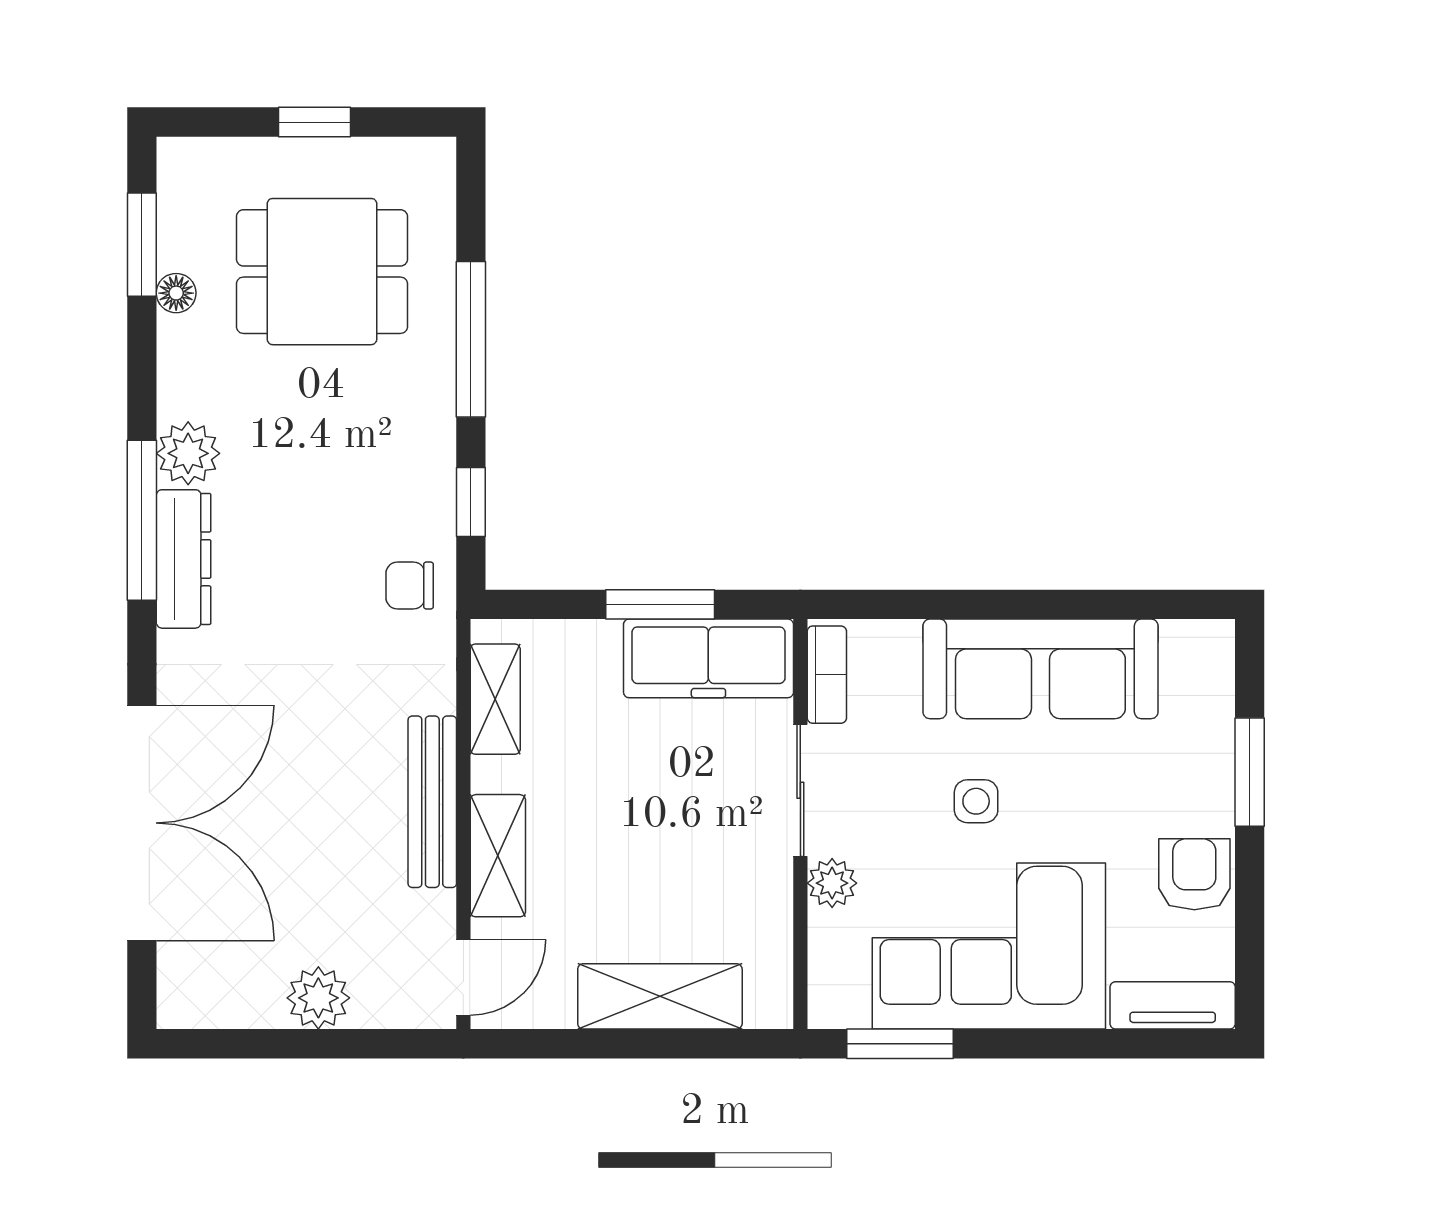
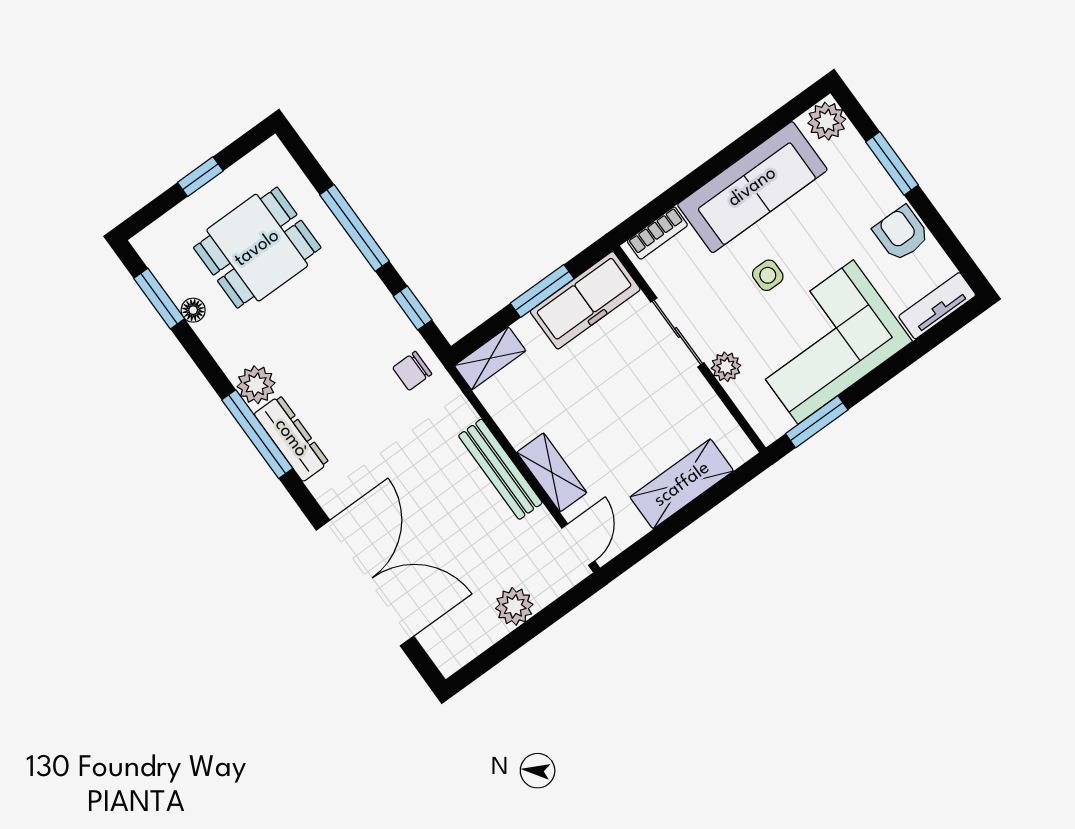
plant: (1203, 653) -> (827, 121), added
bookcase: (827, 675) -> (657, 233), moved, turned 90
shelving: (495, 699) -> (490, 358), moved, turned 90

